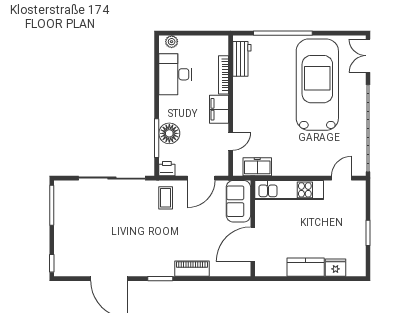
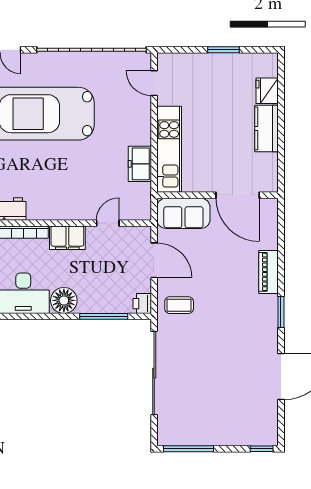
floor lamp: (169, 133) -> (64, 300), moved
door: (231, 141) -> (108, 223), hinge flipped
freezer: (257, 167) -> (140, 164), moved

